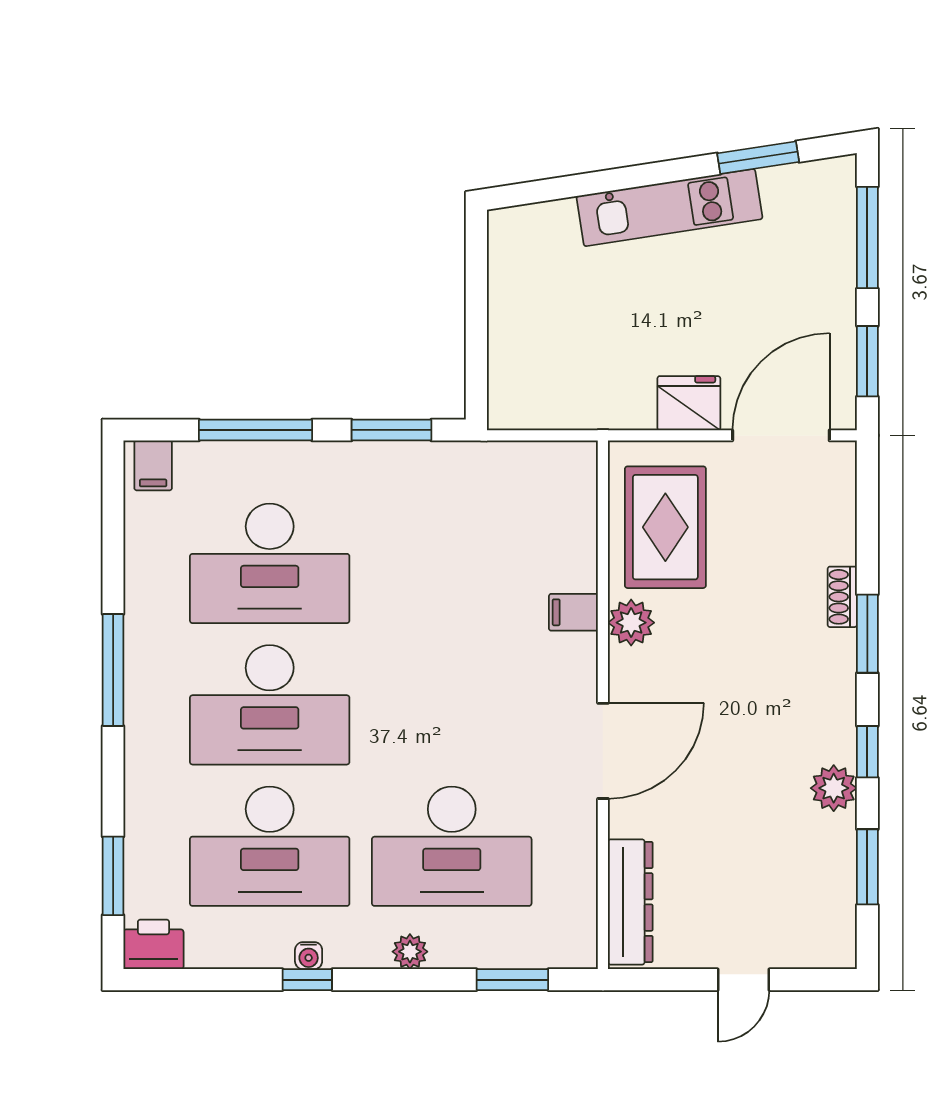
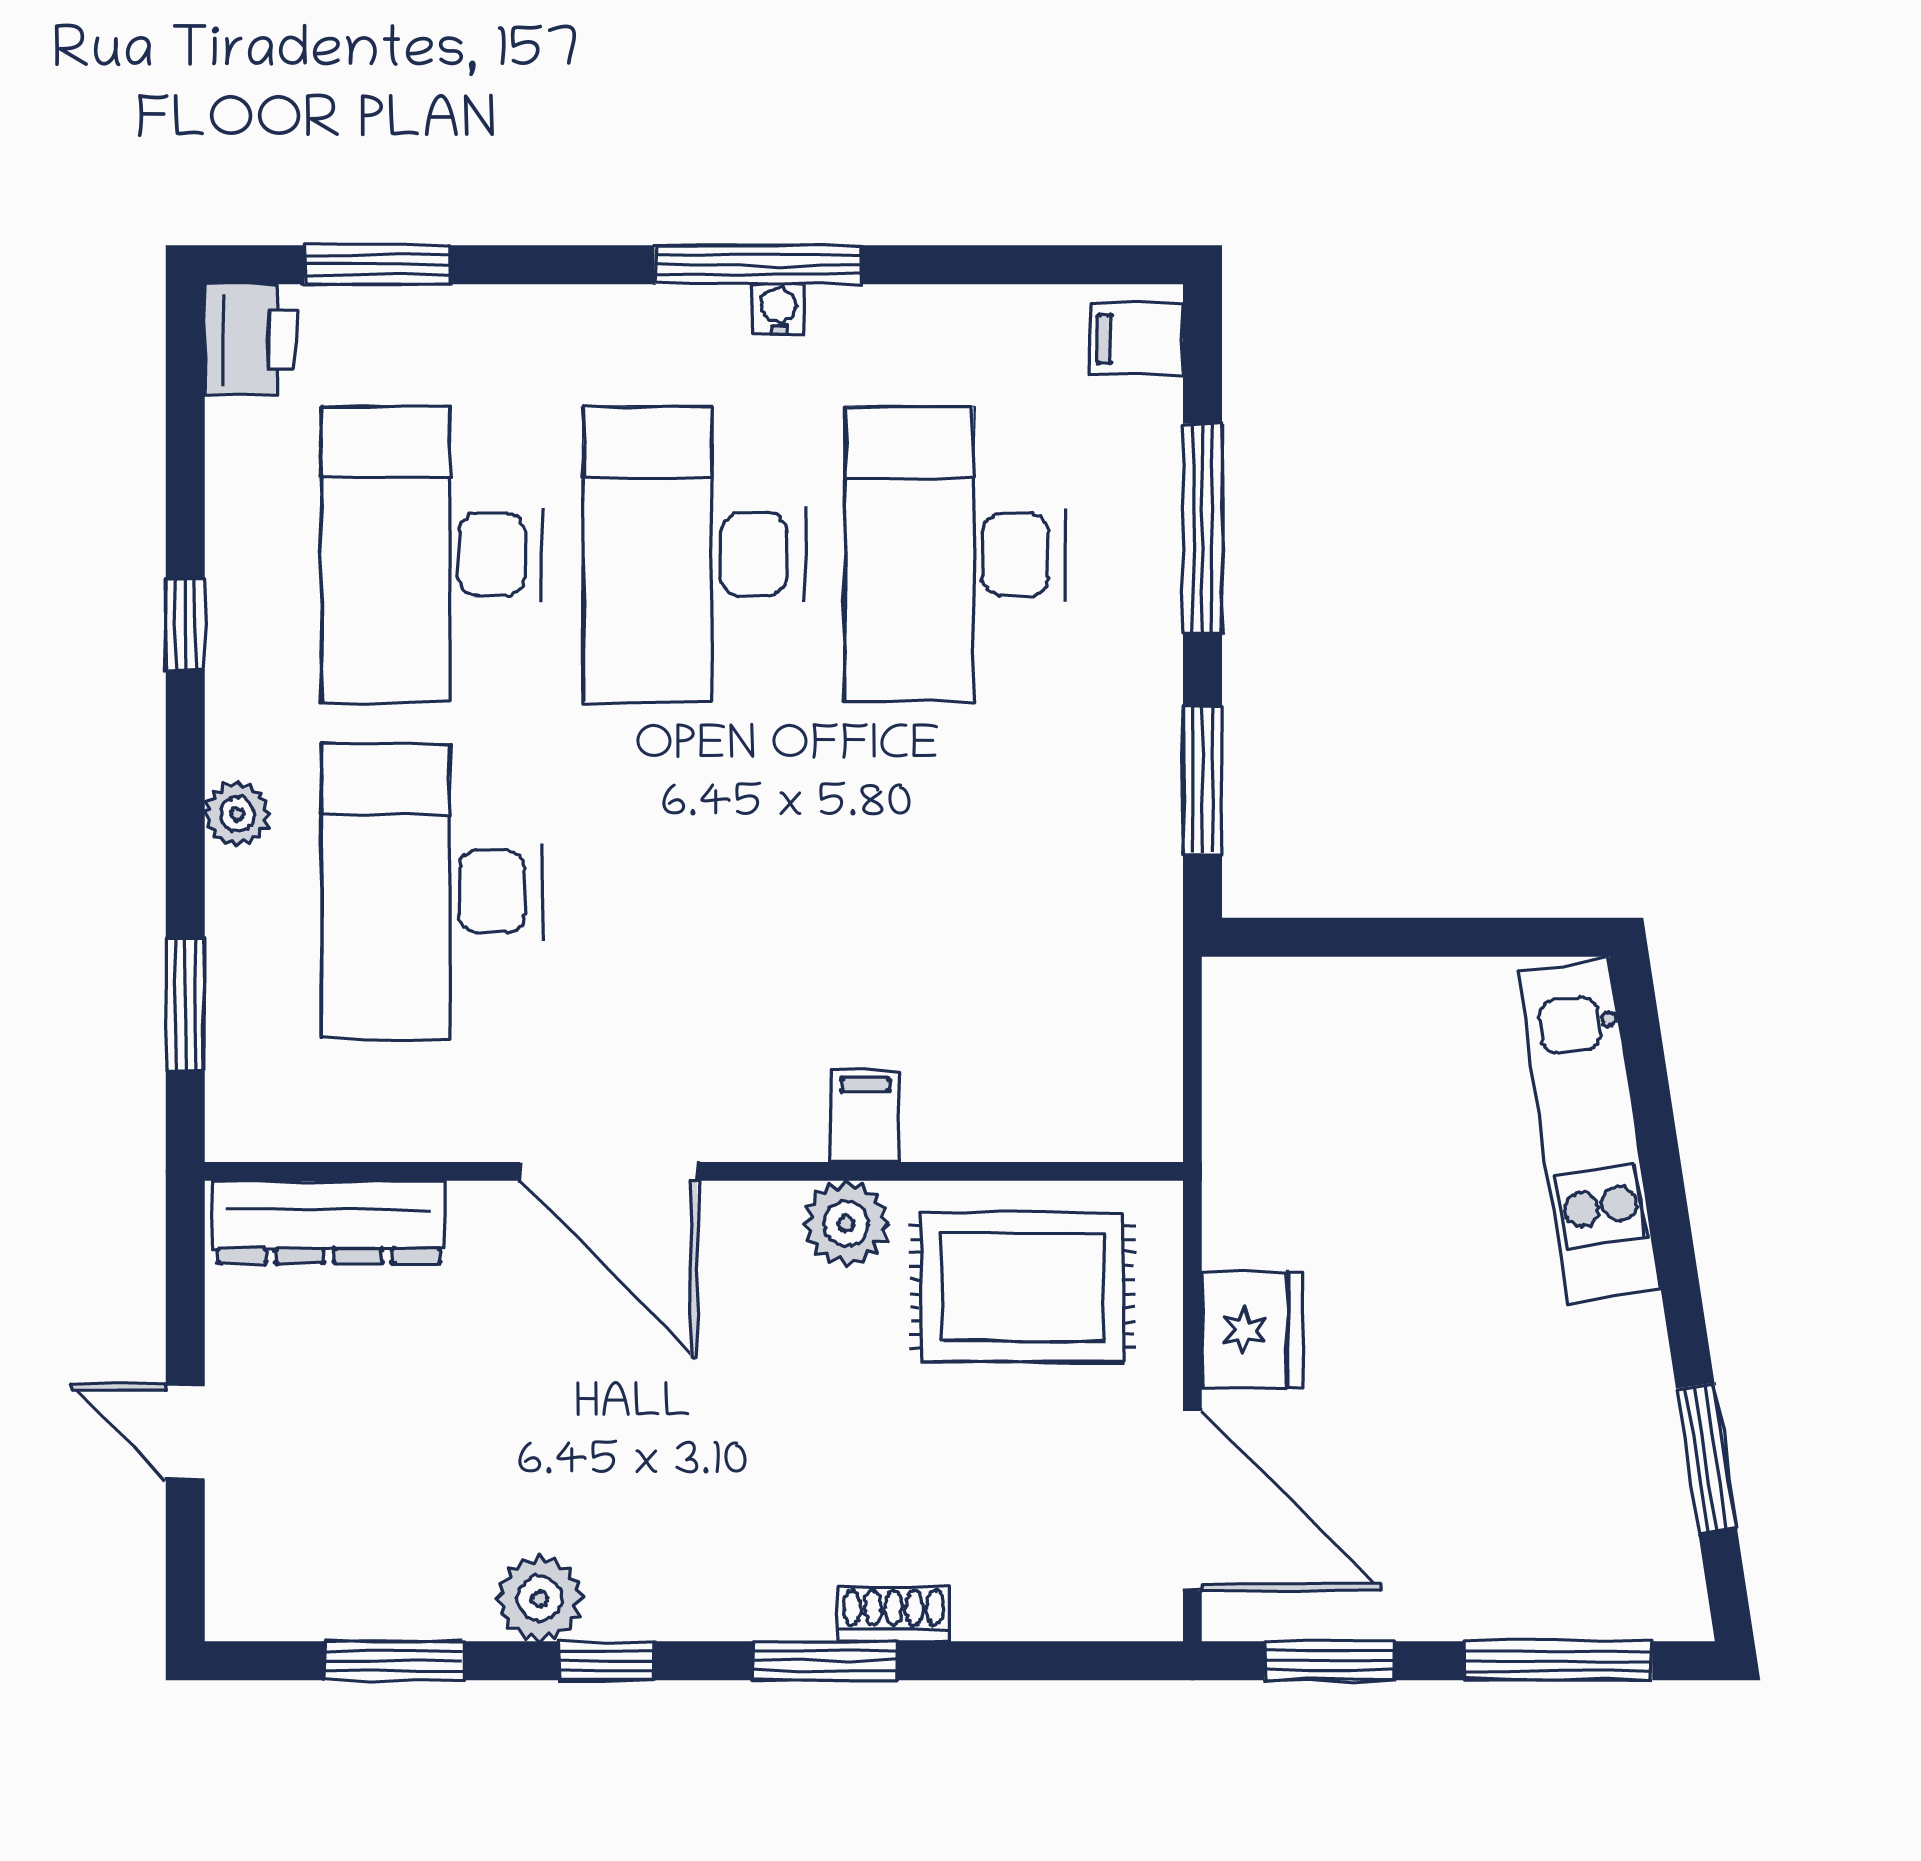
kitchen unit: (669, 208) -> (1589, 1130), moved
water cooler: (309, 956) -> (779, 309), moved, turned 90

